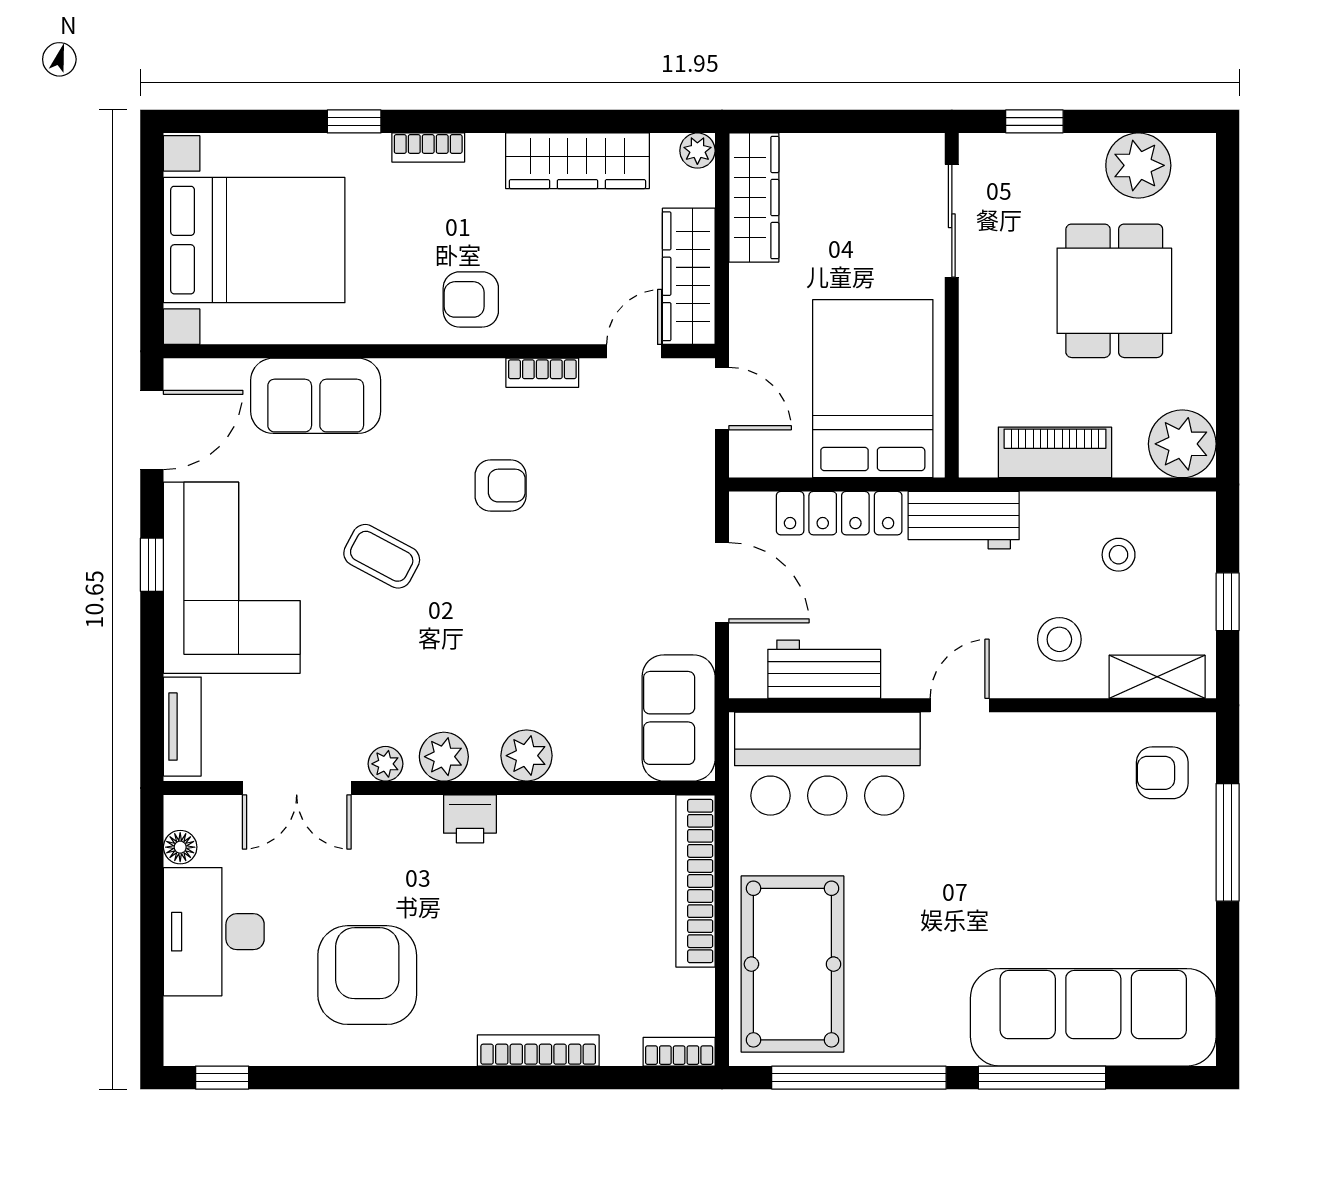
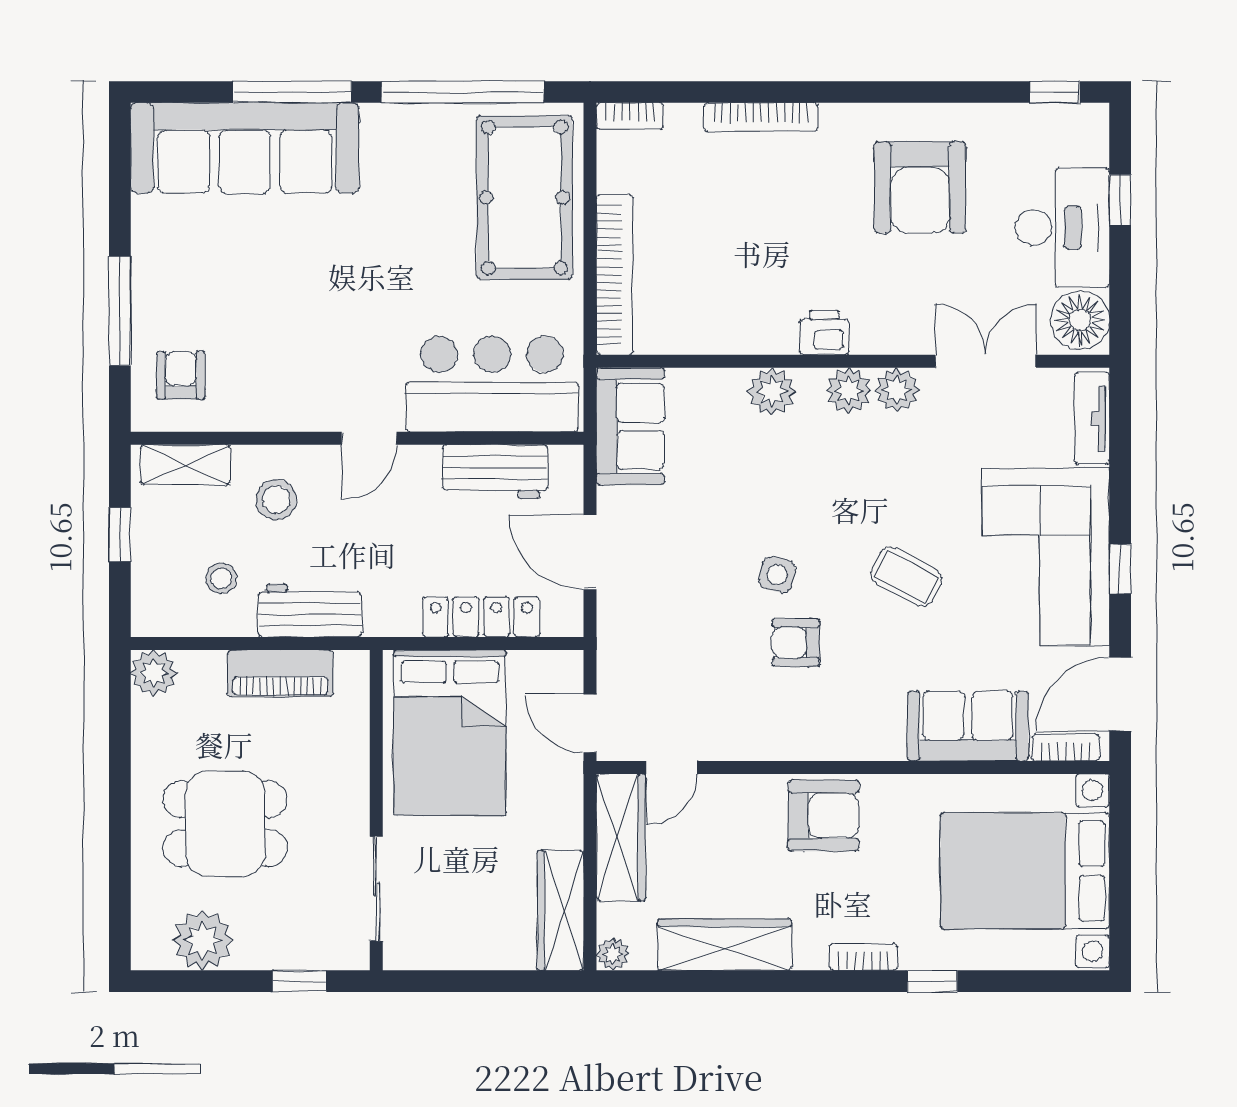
dining table: (1114, 291) -> (225, 824), turned 90
armchair: (471, 299) -> (824, 816), width x1.38, depth x1.38
bookcase: (542, 373) -> (1066, 747), moved
plant: (1182, 444) -> (154, 673), width x0.73, depth x0.73
workbench: (964, 520) -> (310, 610), moved
side table: (521, 559) -> (777, 575), added
plant: (386, 764) -> (897, 390), width x1.38, depth x1.38
armchair: (1162, 773) -> (181, 375), turned -90
floor lamp: (180, 847) -> (1080, 320), width x1.89, depth x1.89
window: (152, 962) -> (1120, 200), added

